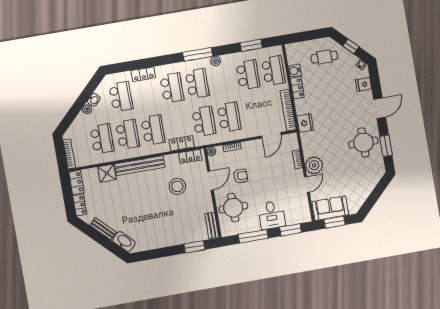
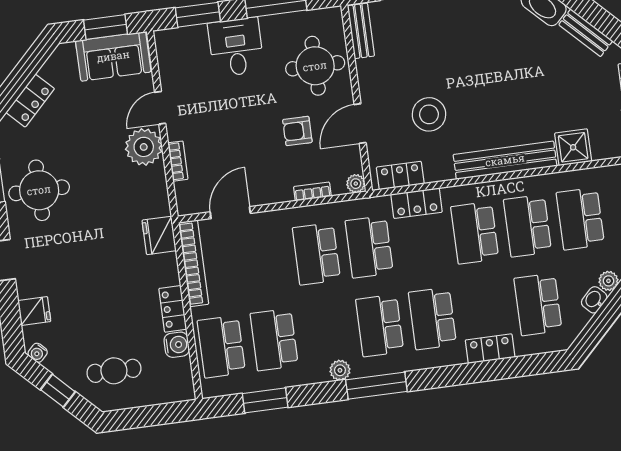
locker: (369, 185) -> (30, 101), added

